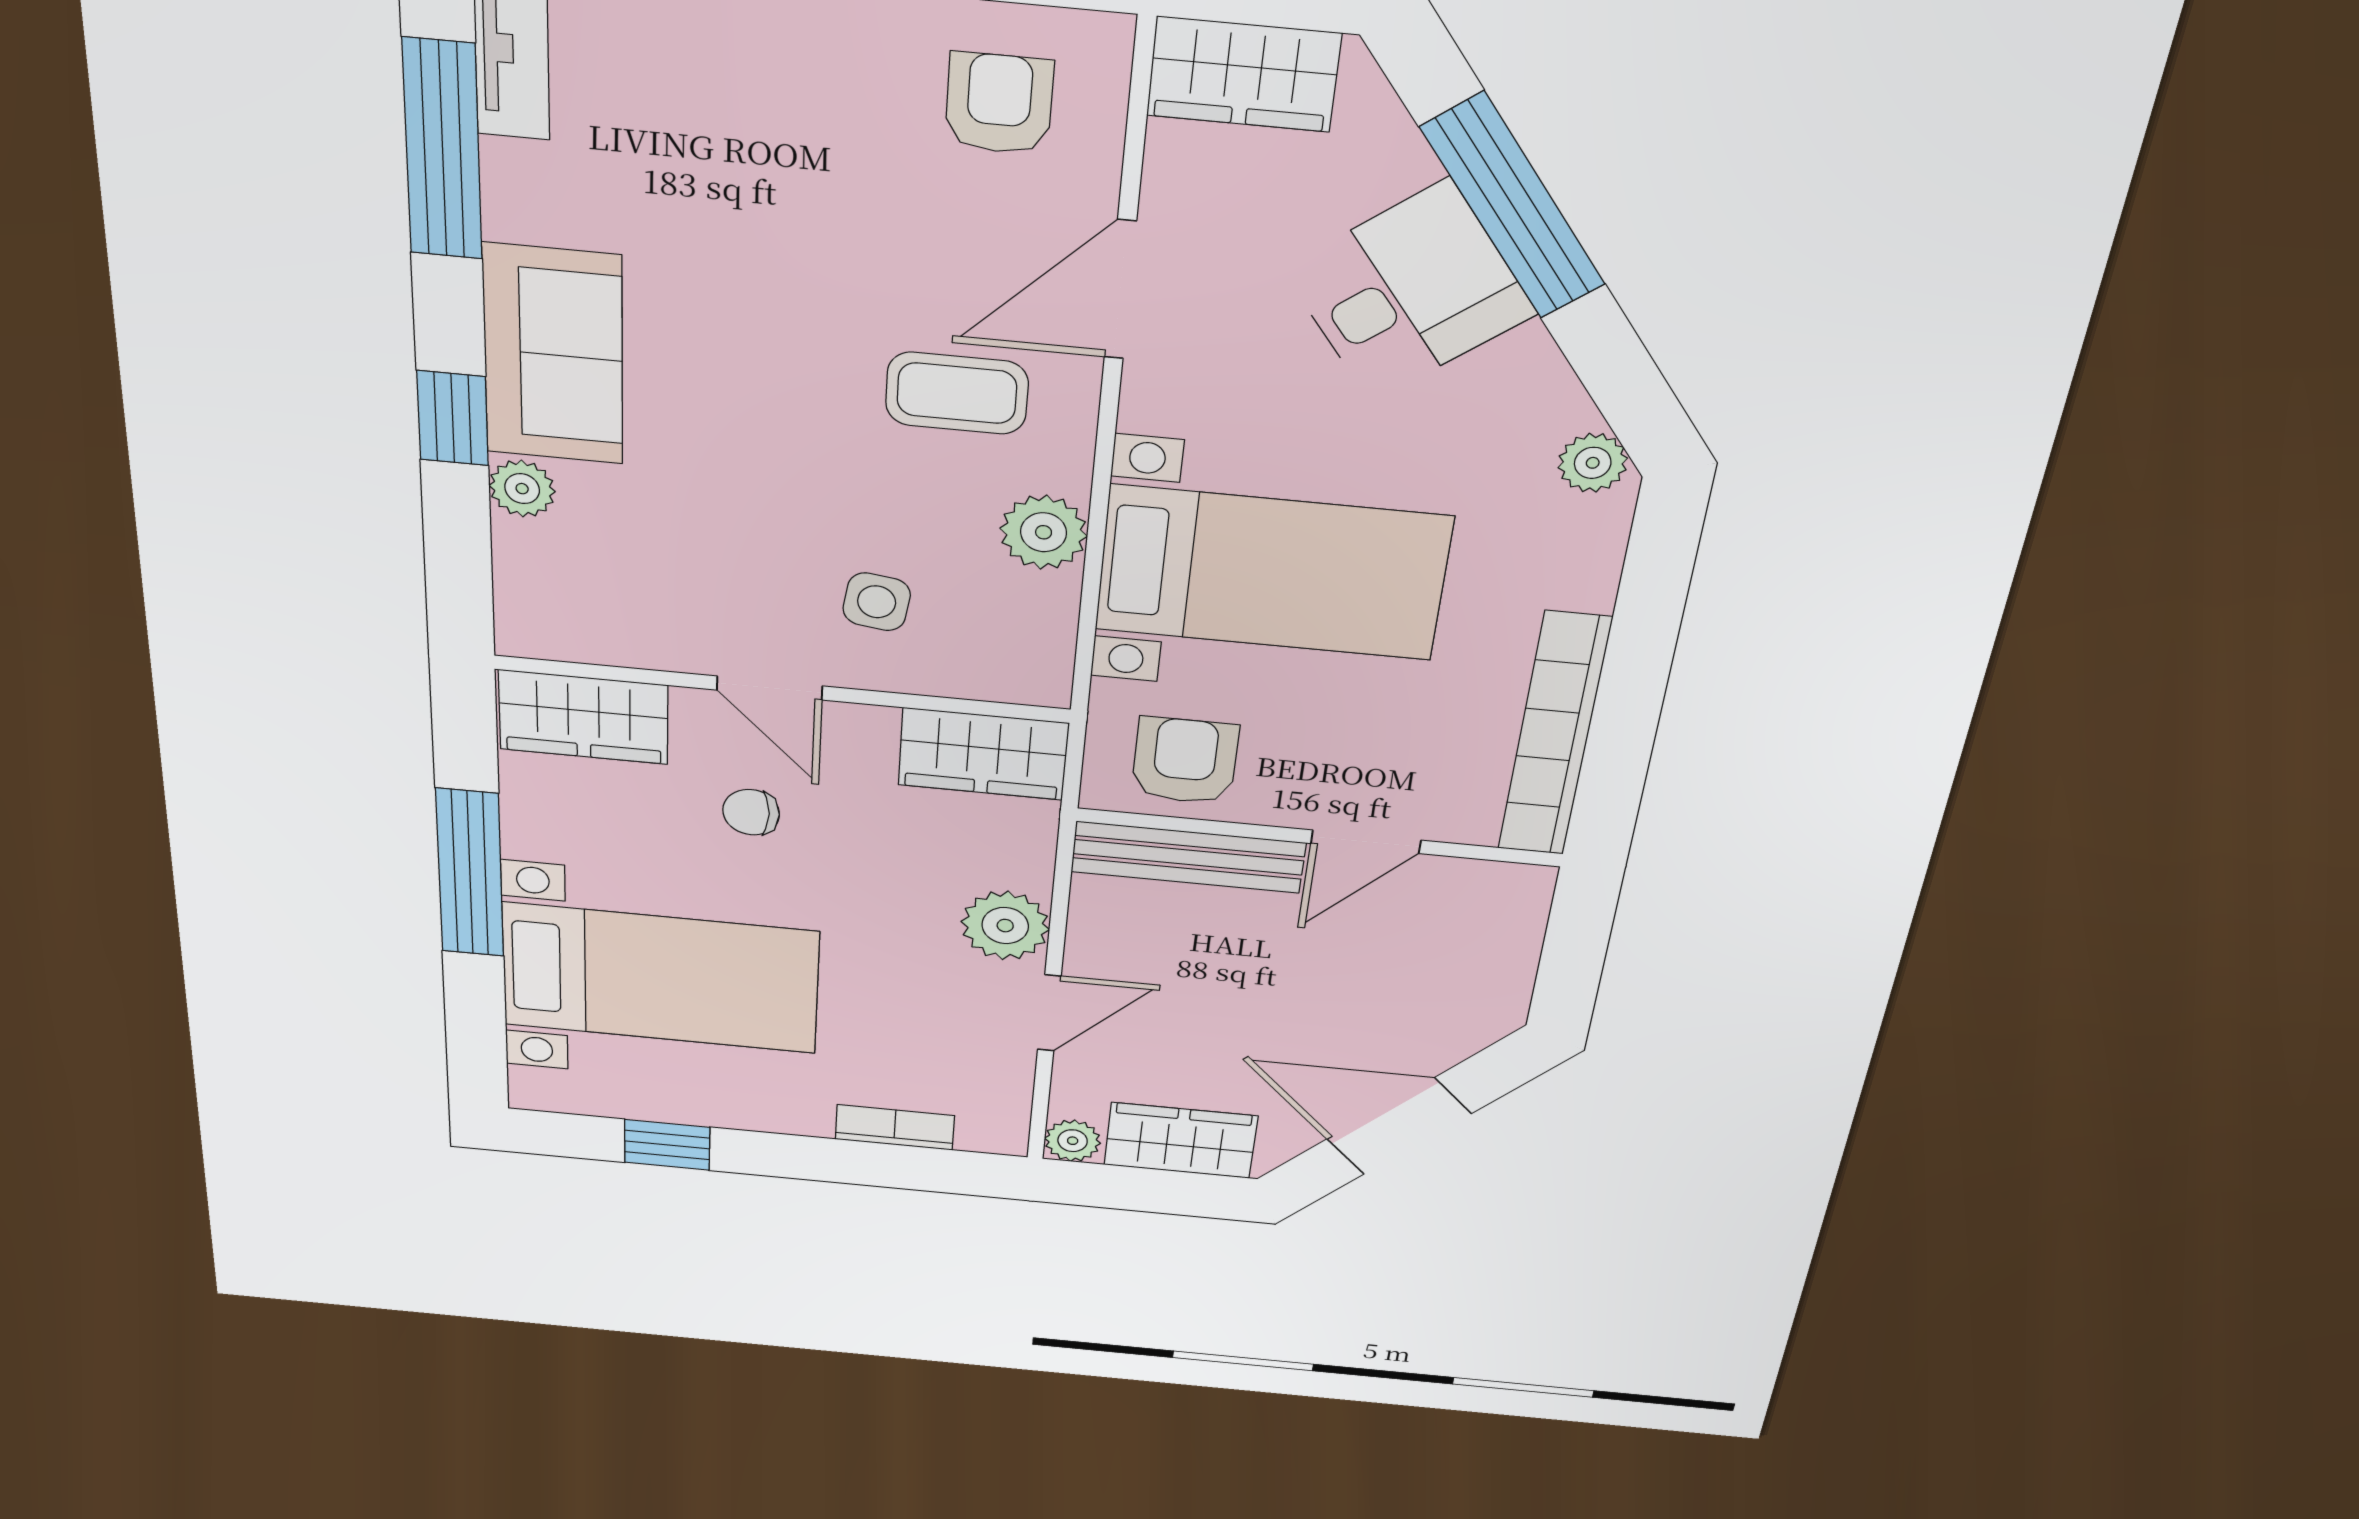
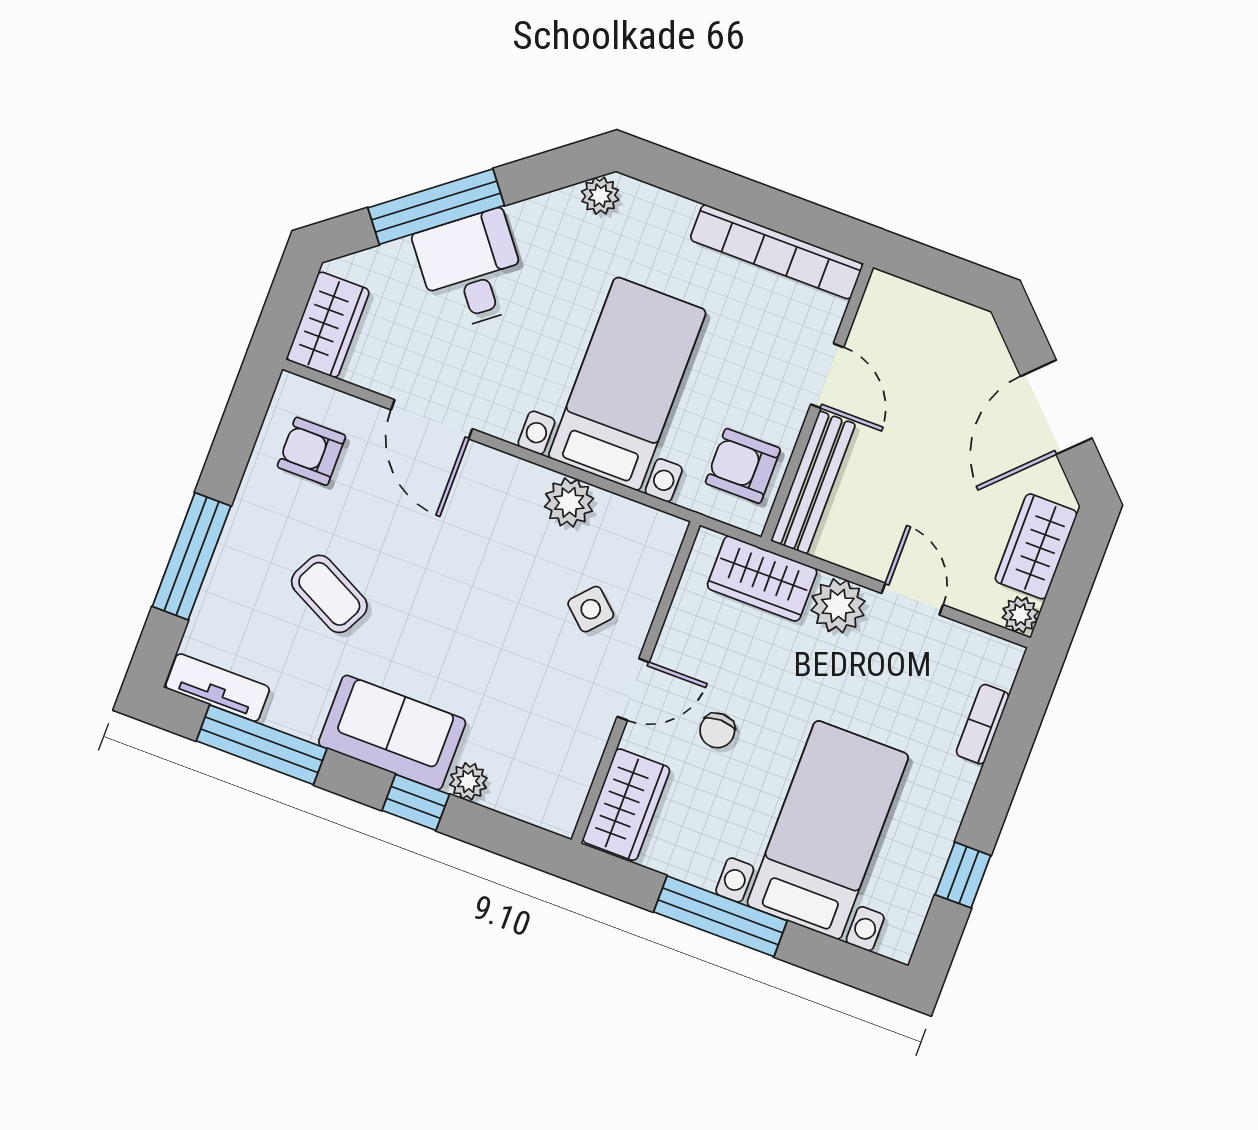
coffee table: (957, 393) -> (329, 594), moved, turned -63
side table: (877, 602) -> (591, 609), turned 34
wardrobe: (983, 754) -> (762, 579), moved, turned 90

